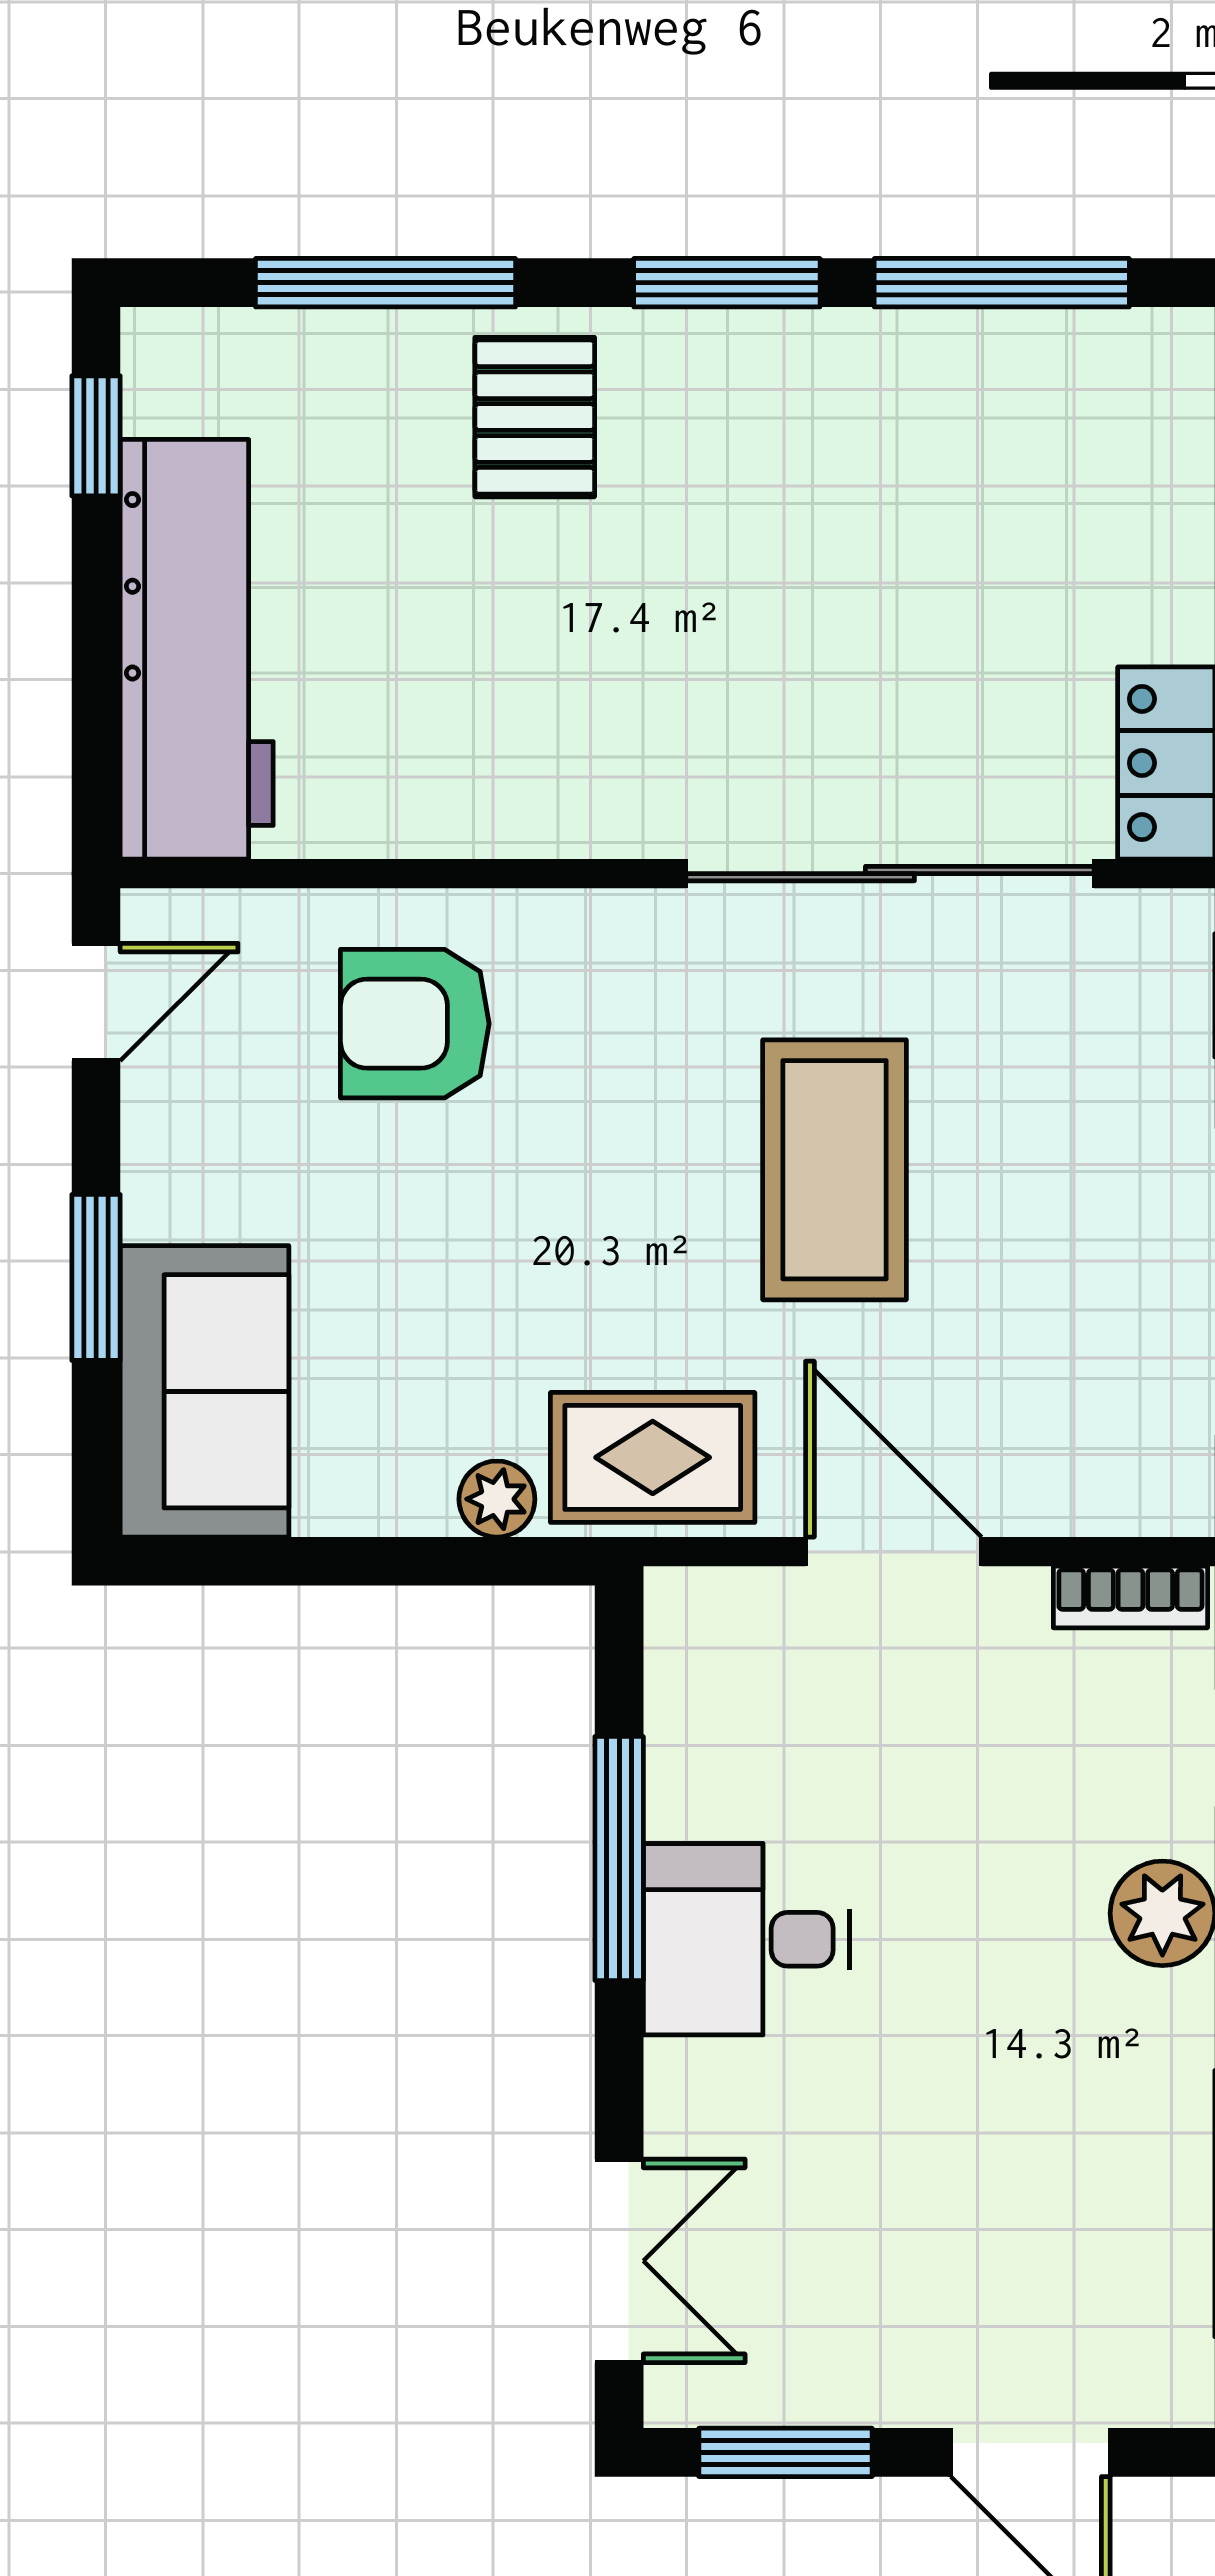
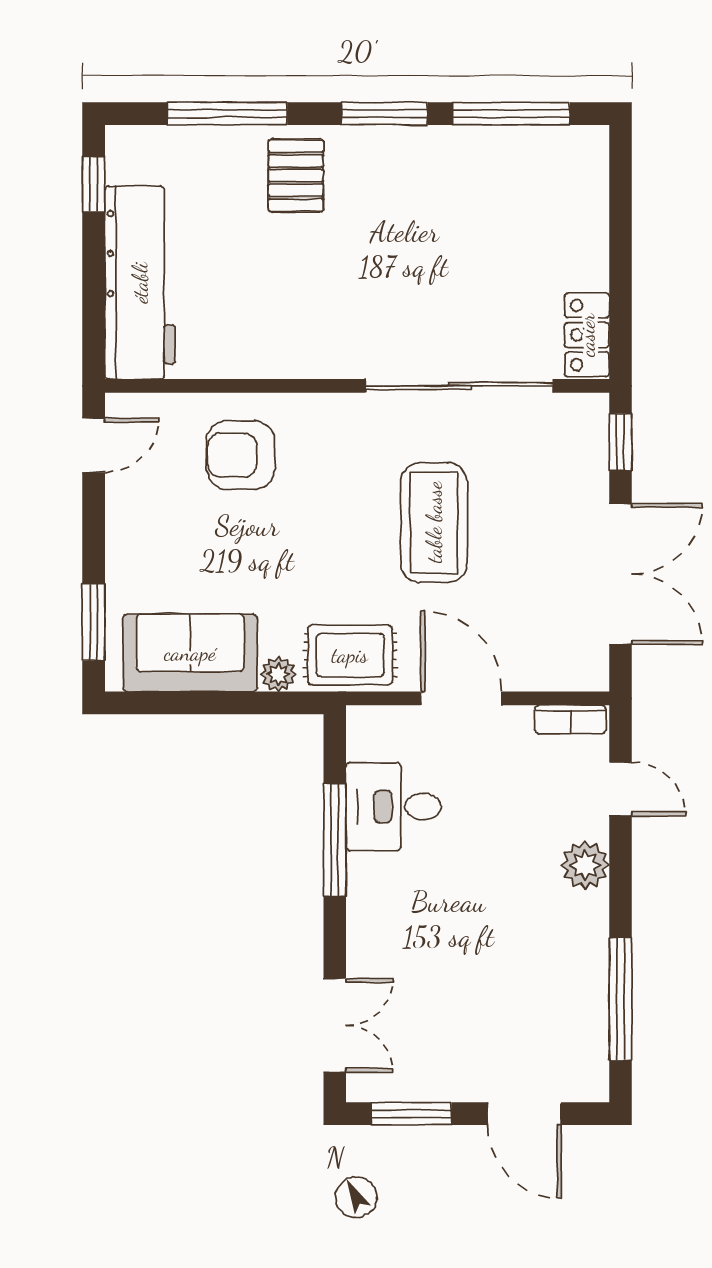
window: (96, 1277) -> (94, 622), moved
sofa: (205, 1391) -> (190, 653), moved, turned -90
desk: (746, 1939) -> (393, 807), moved

